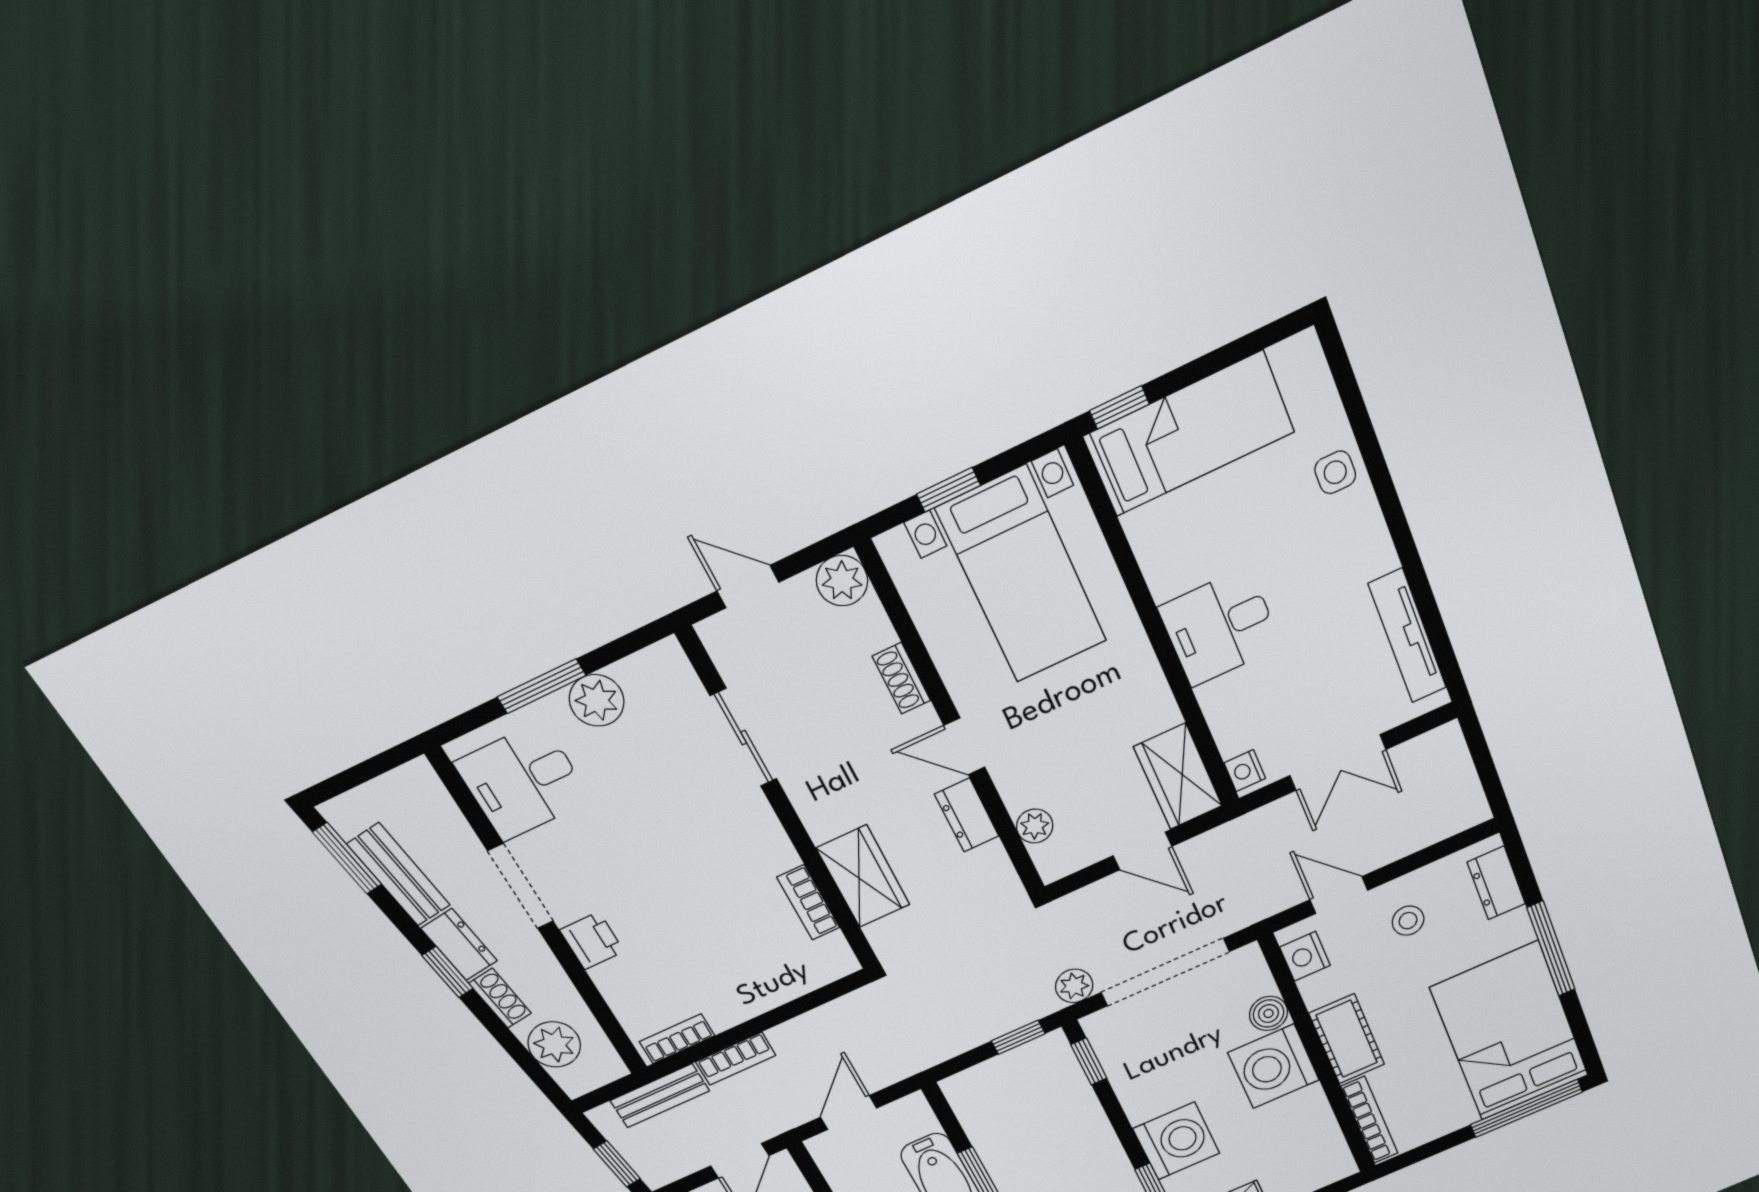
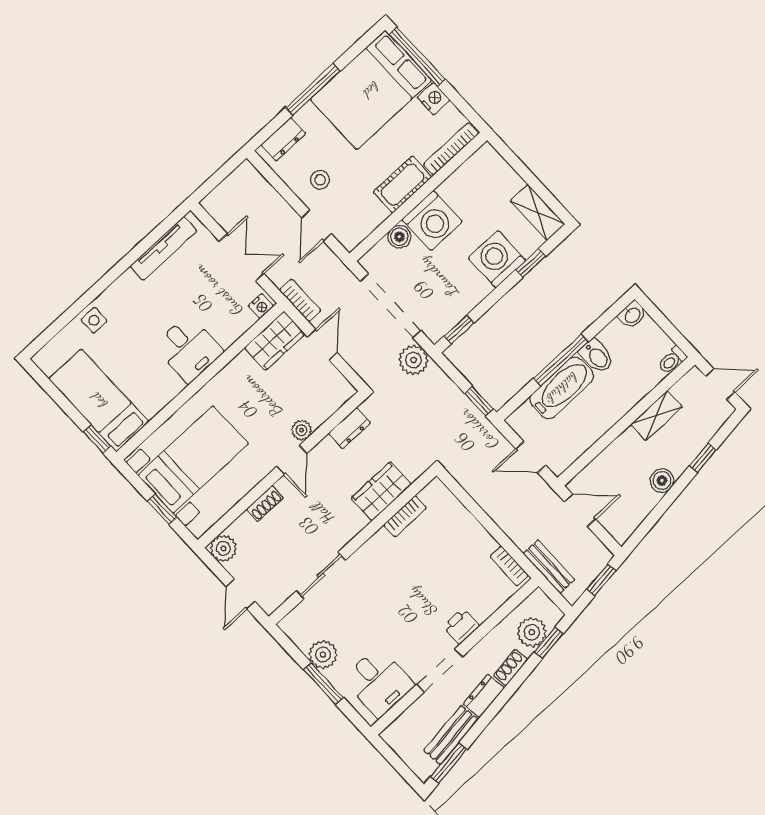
dresser: (967, 815) -> (349, 428), moved
plant: (1035, 826) -> (302, 430), moved
nightstand: (1305, 956) -> (433, 99), moved, turned -90
window: (448, 972) -> (549, 643), moved
plant: (1074, 986) -> (414, 360), width x1.38, depth x1.38
window: (1018, 1037) -> (479, 401), moved
bookcase: (736, 1059) -> (300, 300), moved

